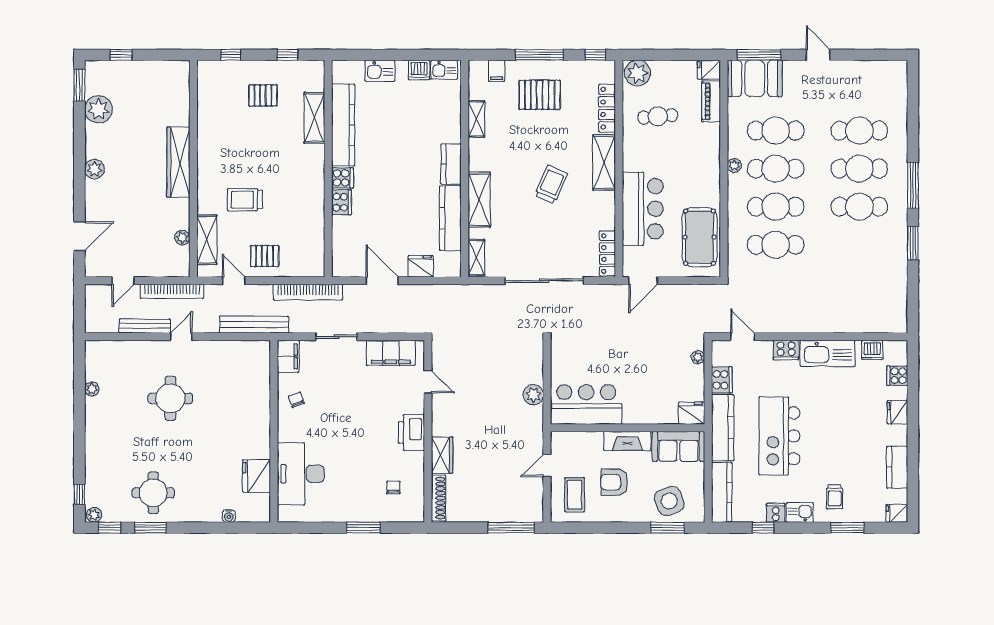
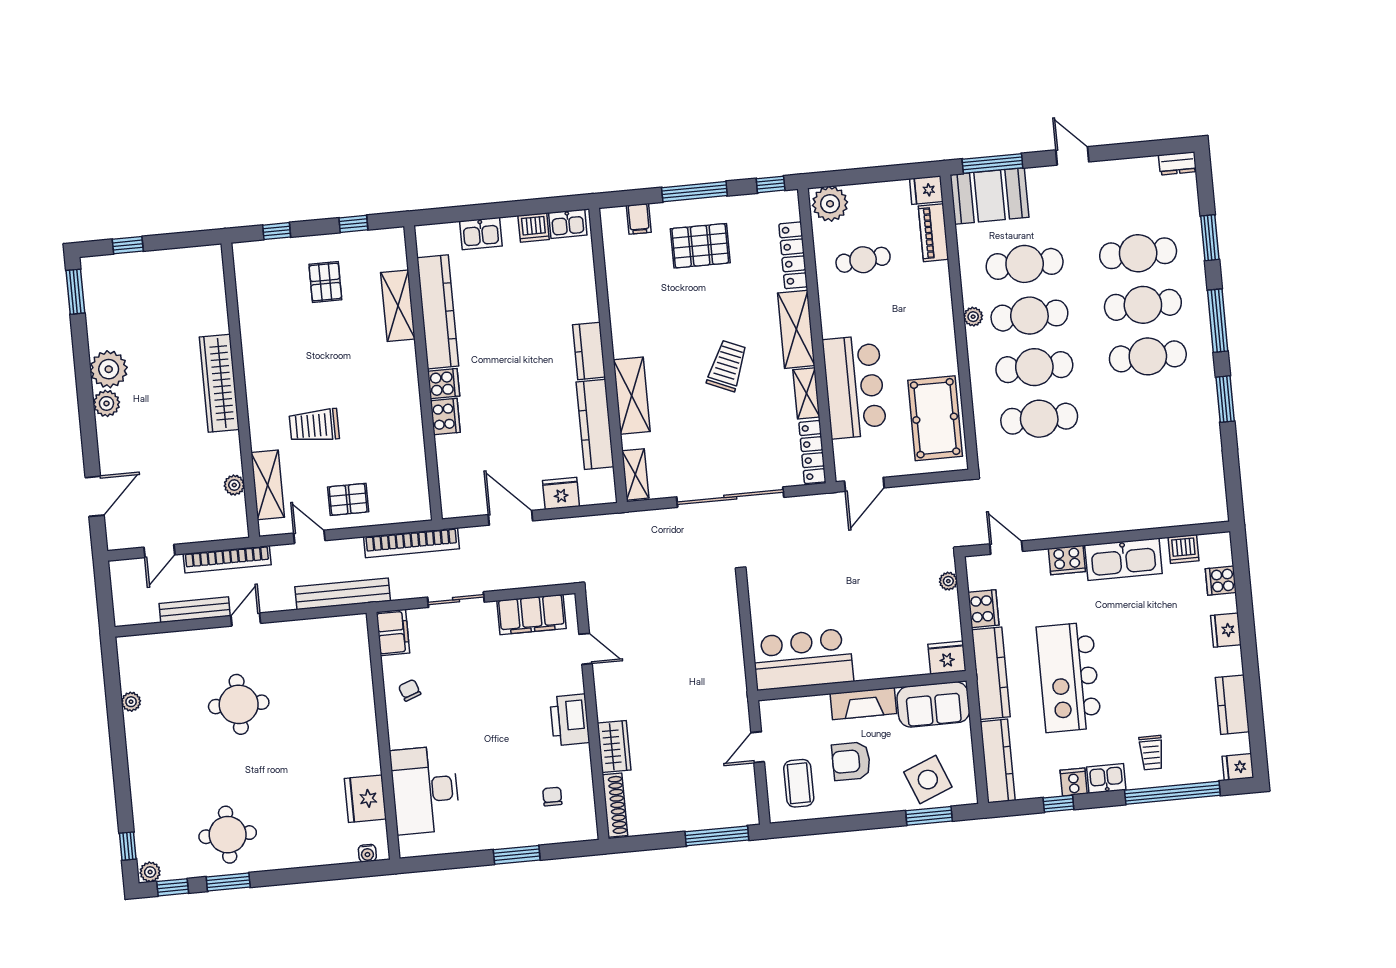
dresser: (894, 68) -> (1177, 163), added
pallet: (263, 95) -> (325, 282), turned 90
plant: (98, 109) -> (109, 369), moved
shelving: (476, 119) -> (806, 393), moved
window: (913, 124) -> (1210, 238), added
plant: (533, 395) -> (730, 653), removed
water cooler: (229, 516) -> (367, 853), moved
window: (847, 528) -> (1172, 793), width x2.11

